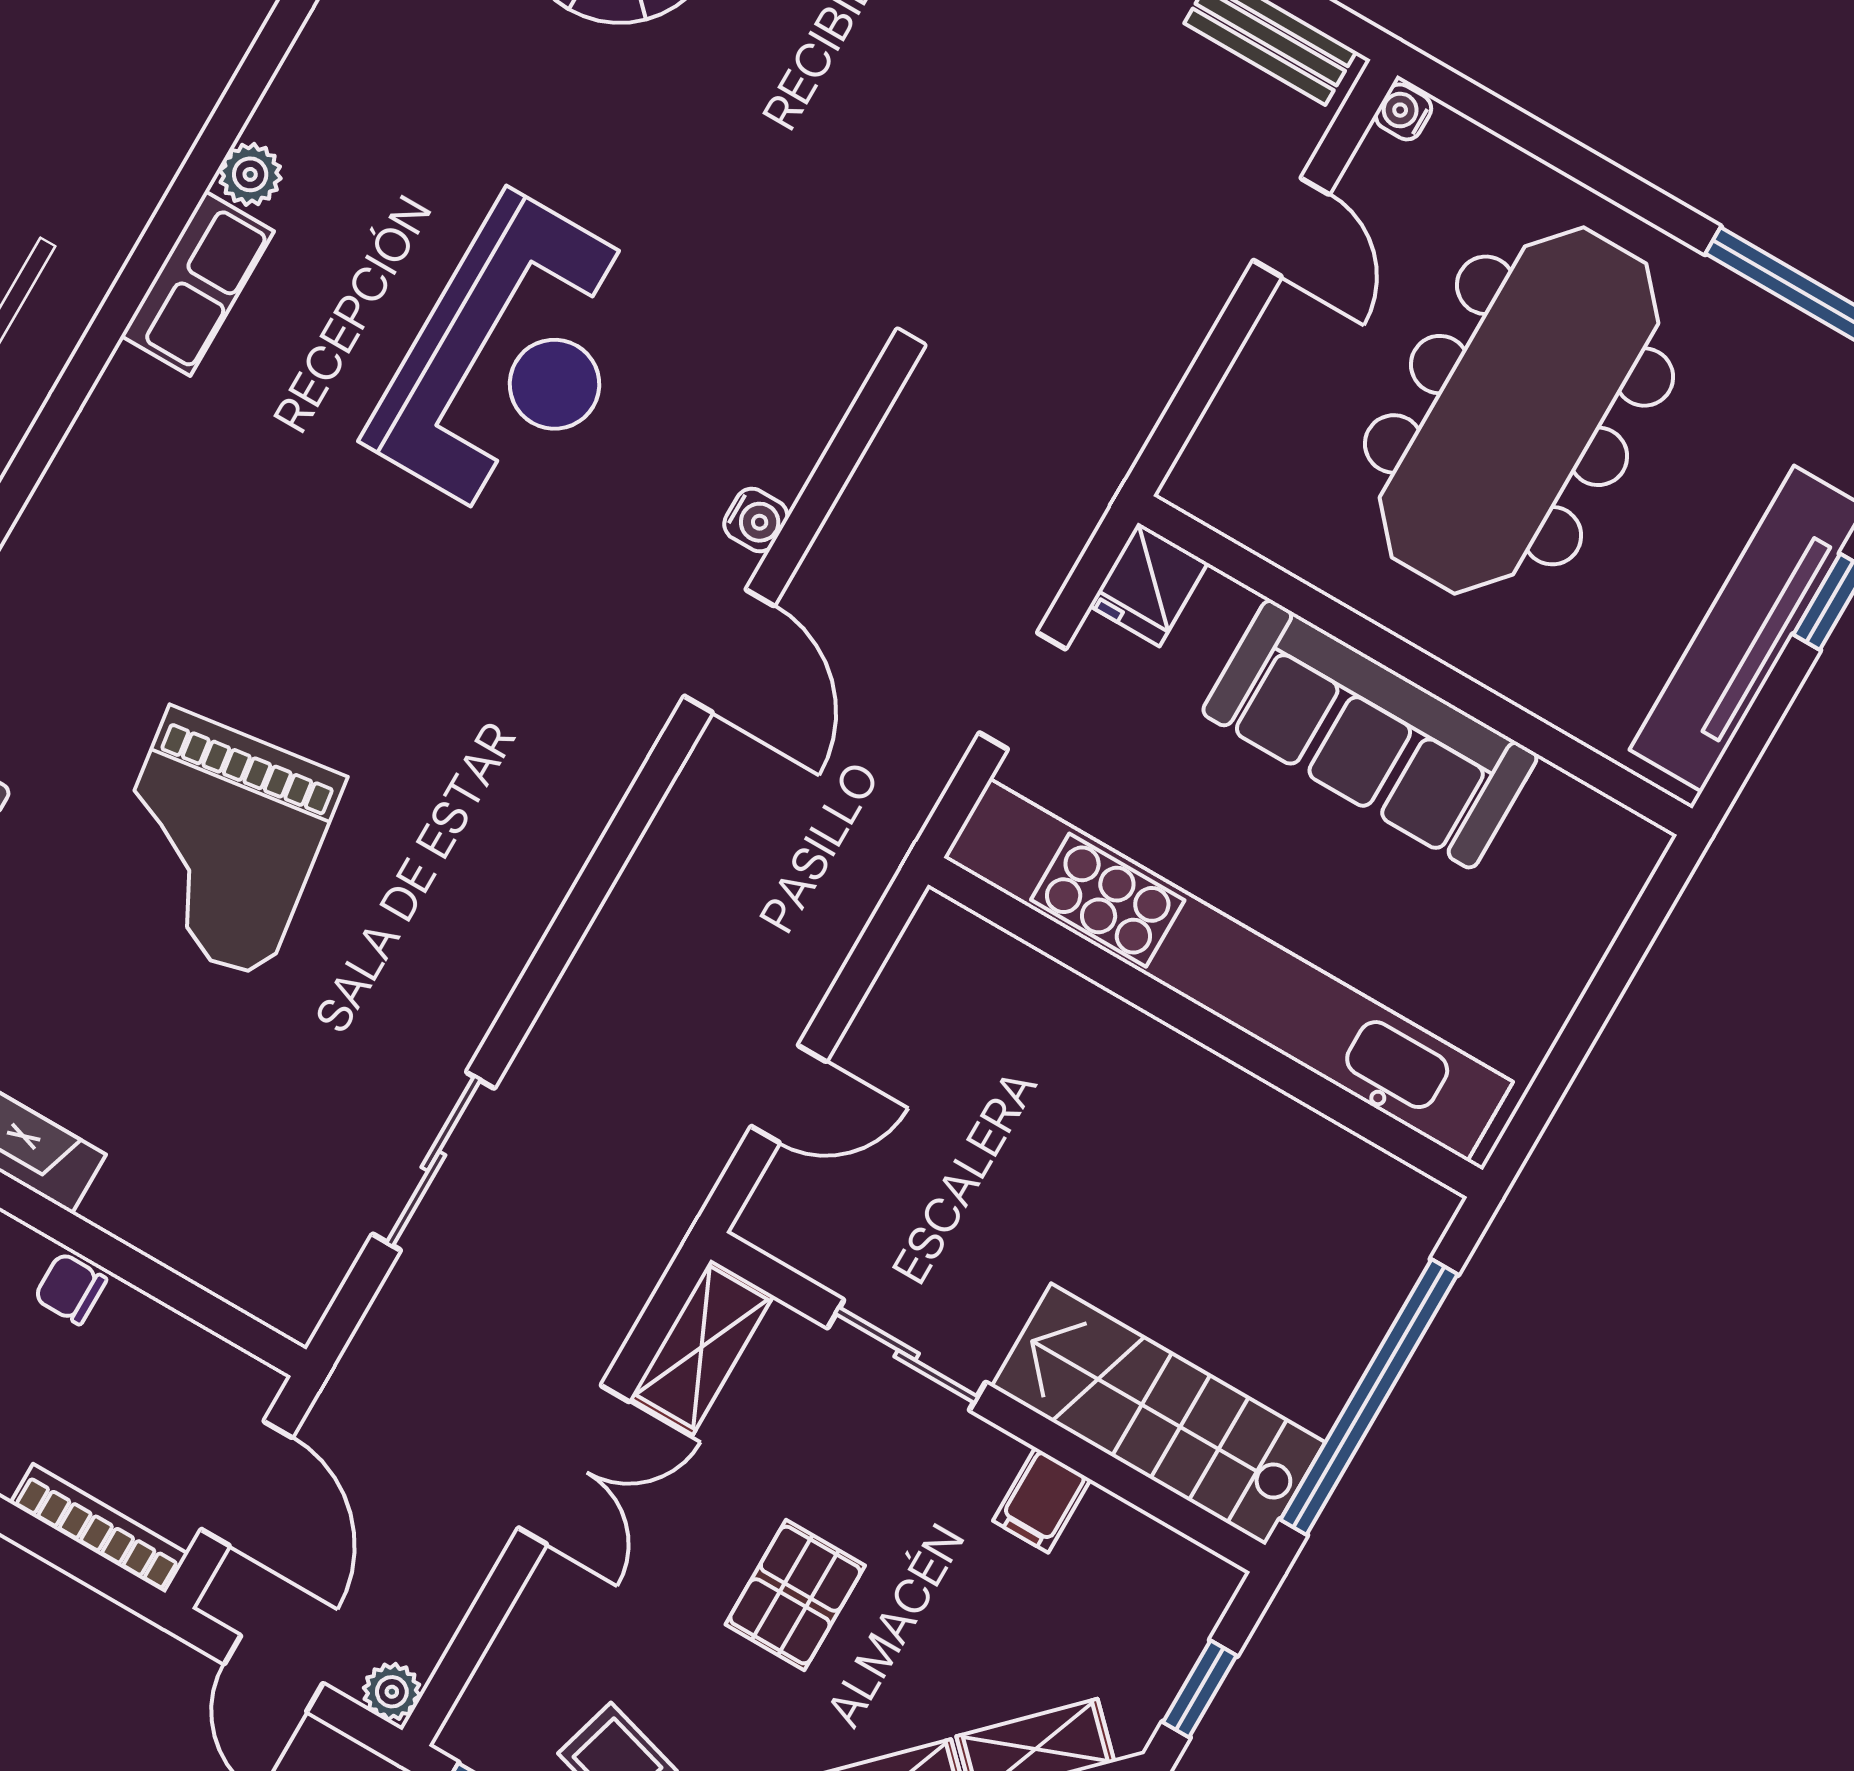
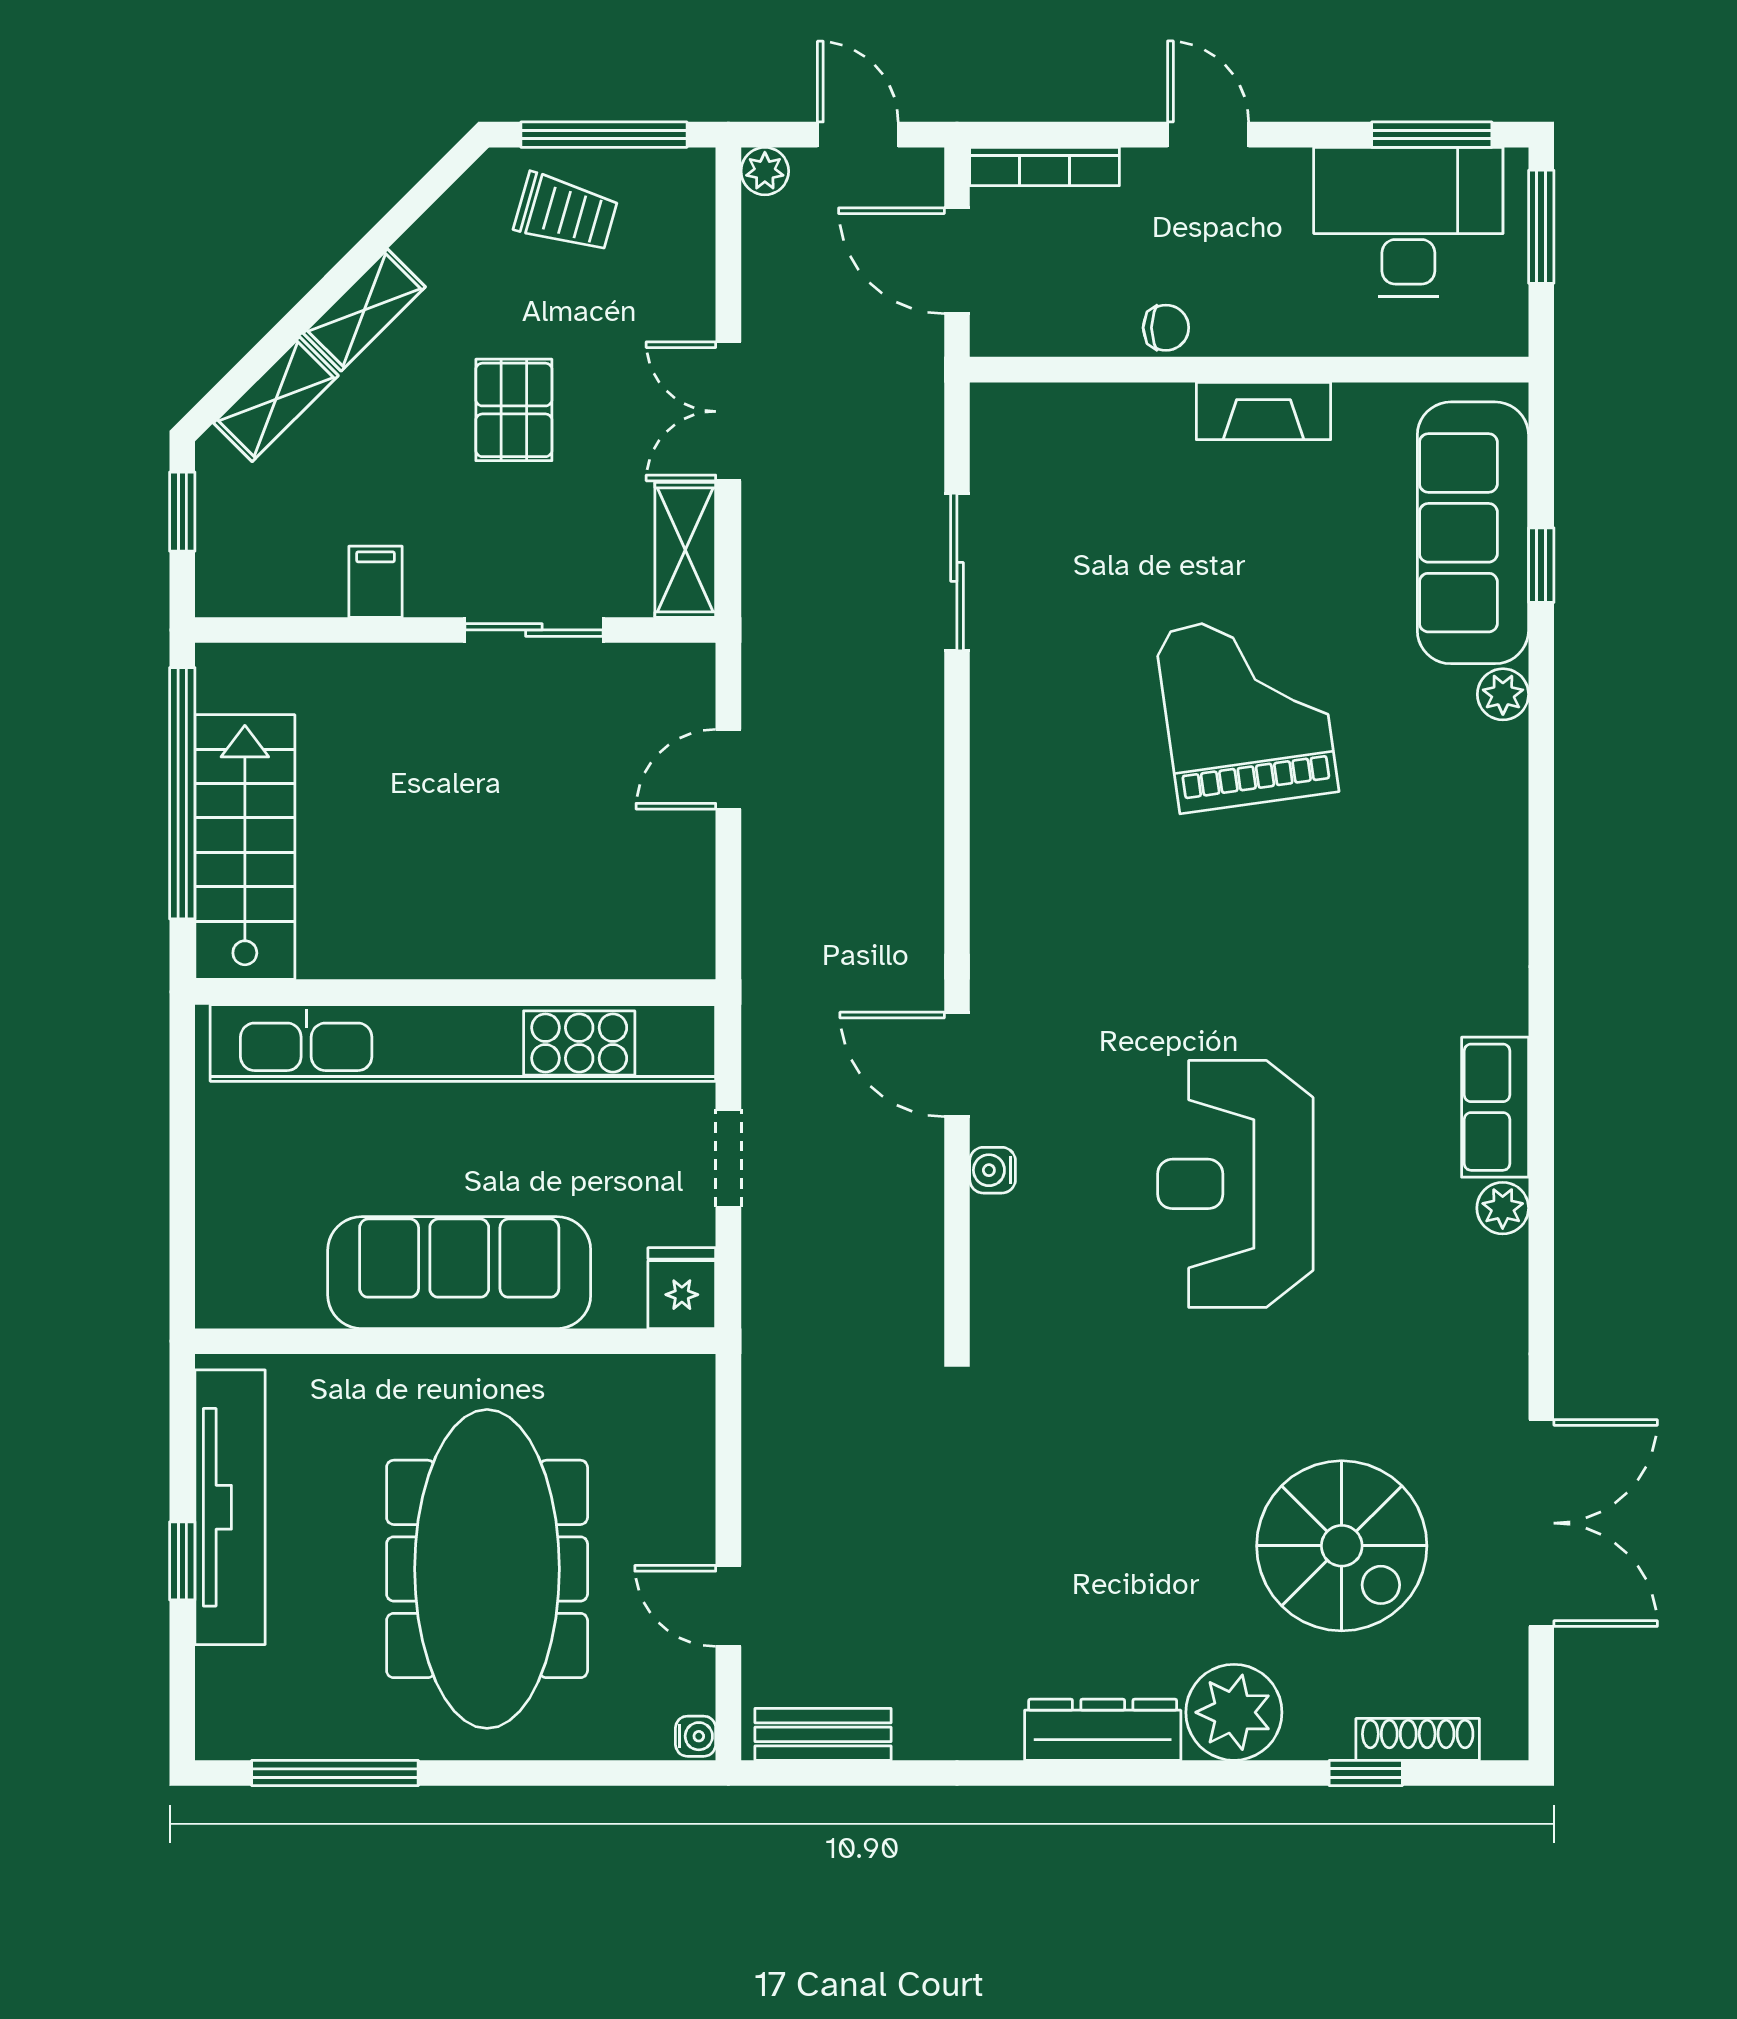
stairs: (1158, 1414) -> (245, 847), moved, turned -90

